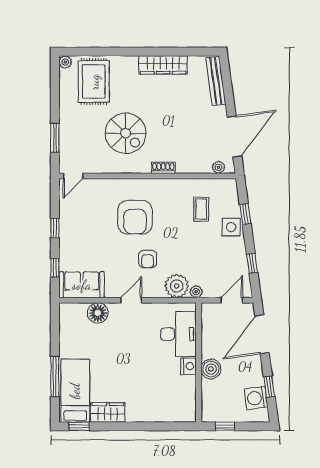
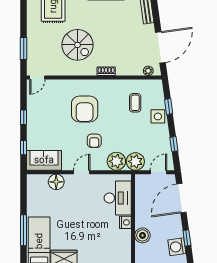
plant: (196, 292) -> (135, 161), width x1.88, depth x1.88
boiler: (211, 369) -> (142, 235), moved

